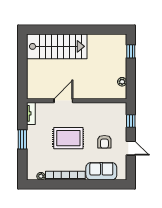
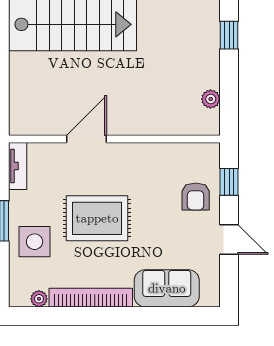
armchair: (104, 142) -> (196, 196), moved
side table: (39, 149) -> (35, 242), added

